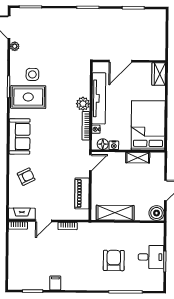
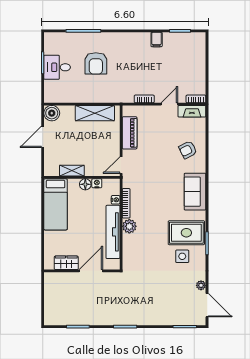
wardrobe: (159, 74) -> (66, 263), moved, turned -90
bed: (148, 125) -> (56, 204), width x0.67
floor lamp: (103, 144) -> (85, 184), moved

